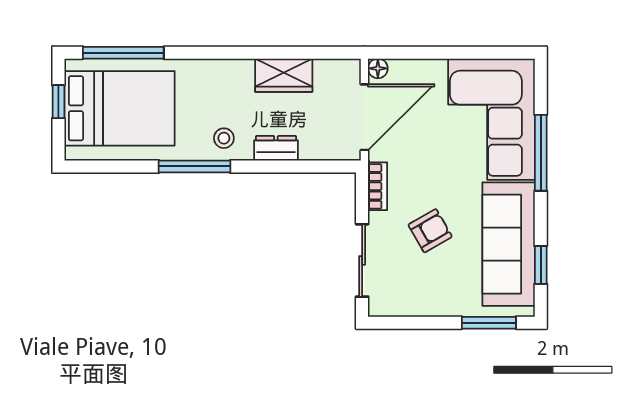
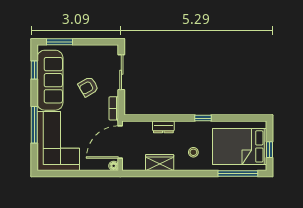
stool: (224, 138) -> (193, 152), moved
window: (195, 166) -> (203, 118), width x0.46

